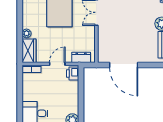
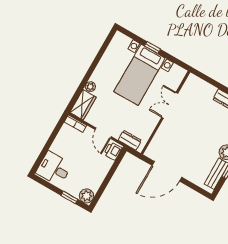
door: (57, 64) -> (103, 133), swing flipped
door: (124, 65) -> (167, 171), hinge flipped

